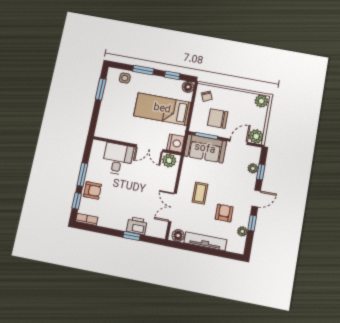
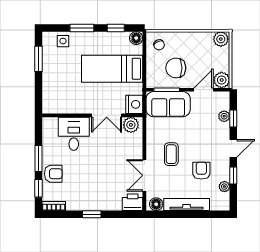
printer: (137, 226) -> (133, 202), moved
window: (132, 236) -> (92, 214), moved

